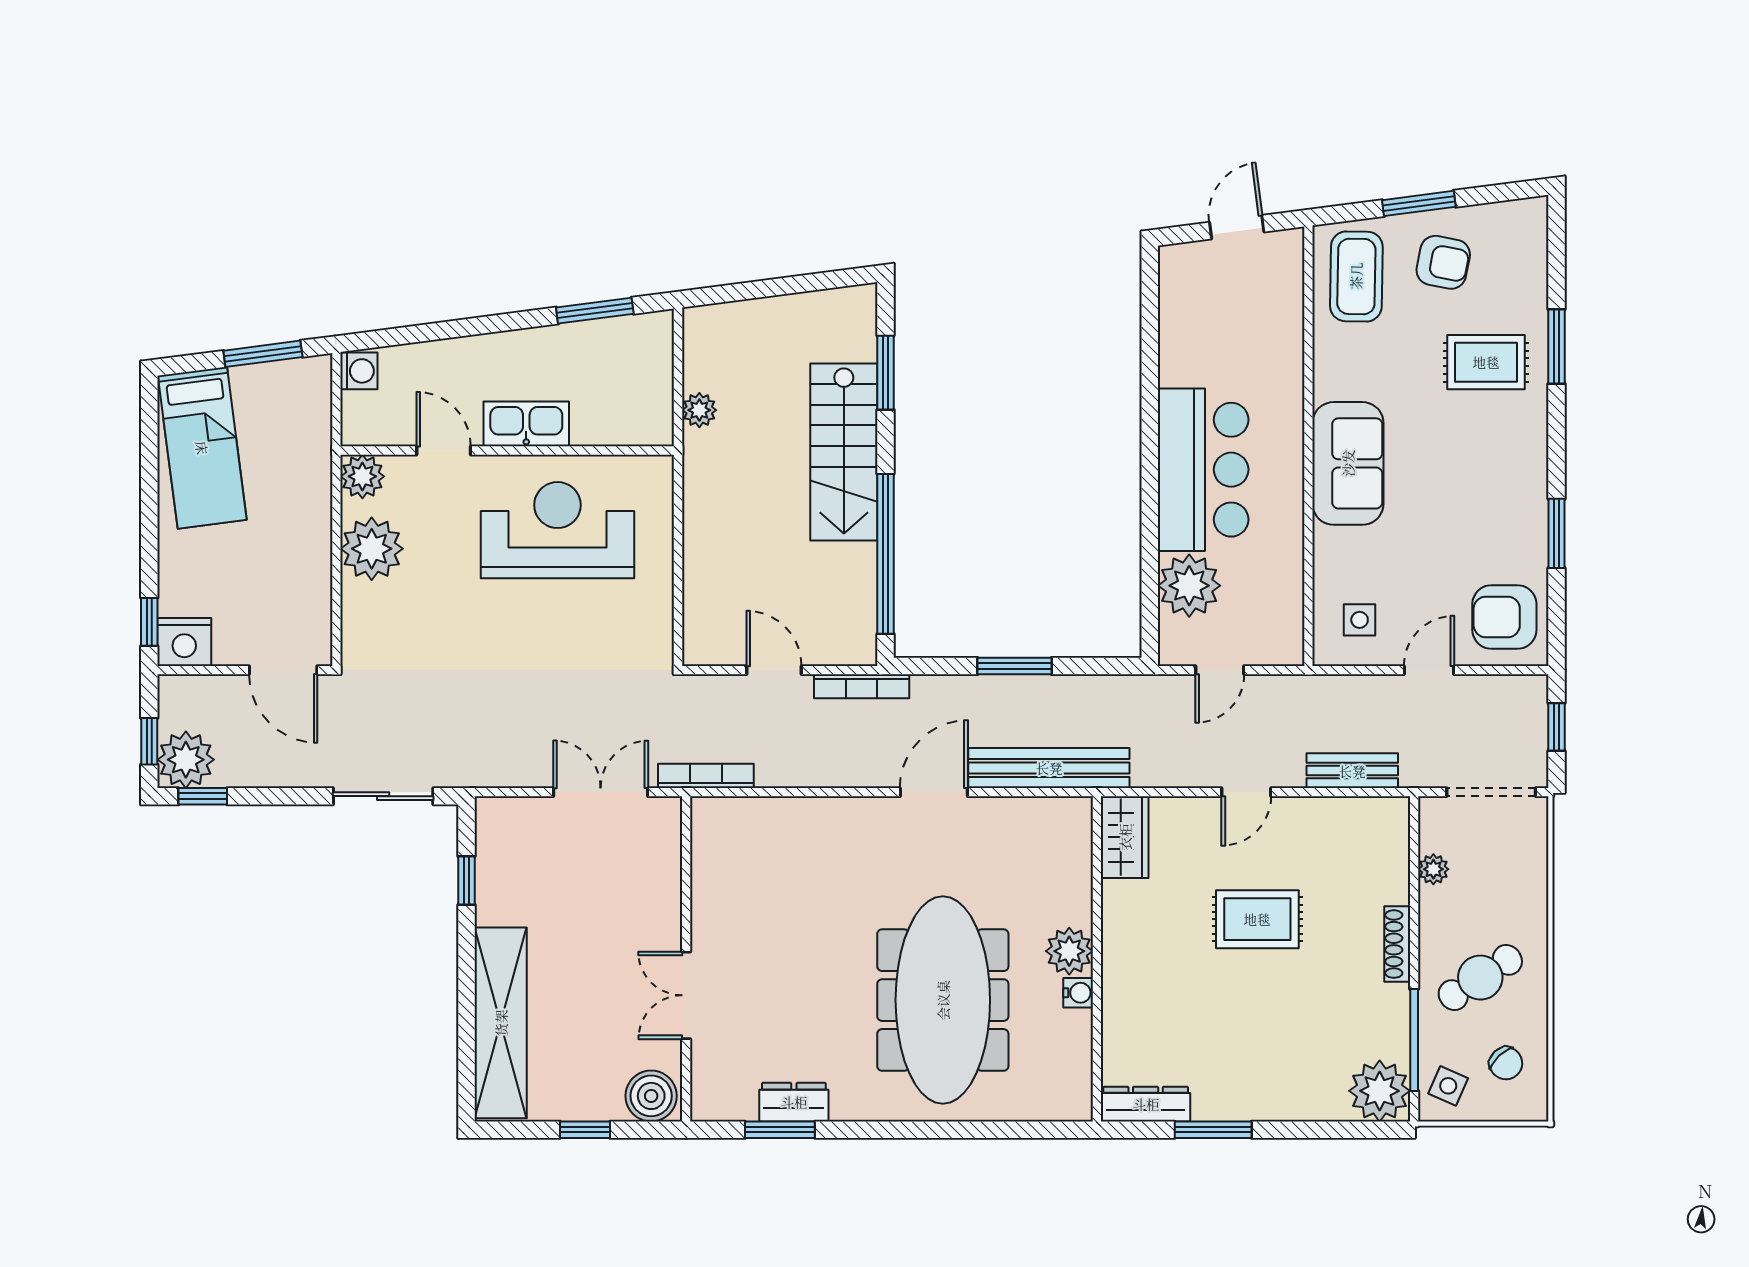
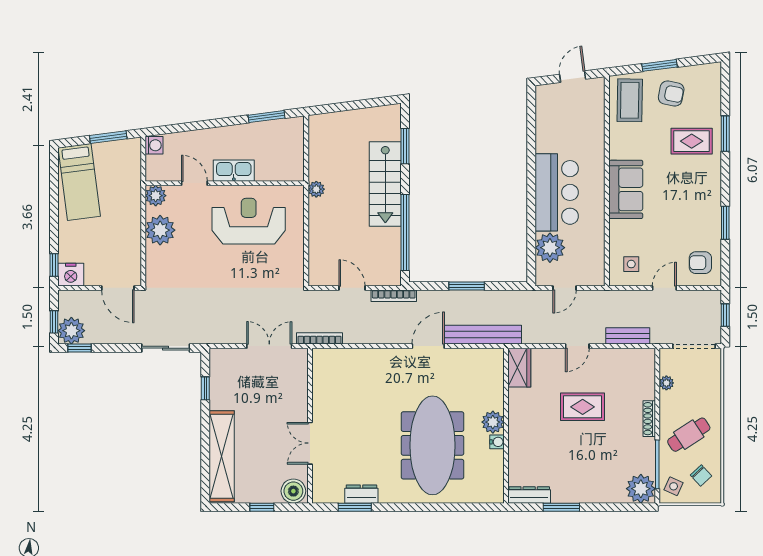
plant: (699, 410) -> (316, 189), moved
armchair: (1504, 617) -> (700, 263), width x0.72, depth x0.72

